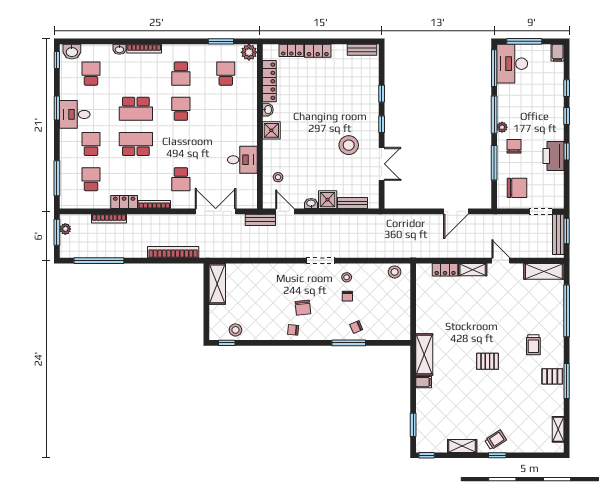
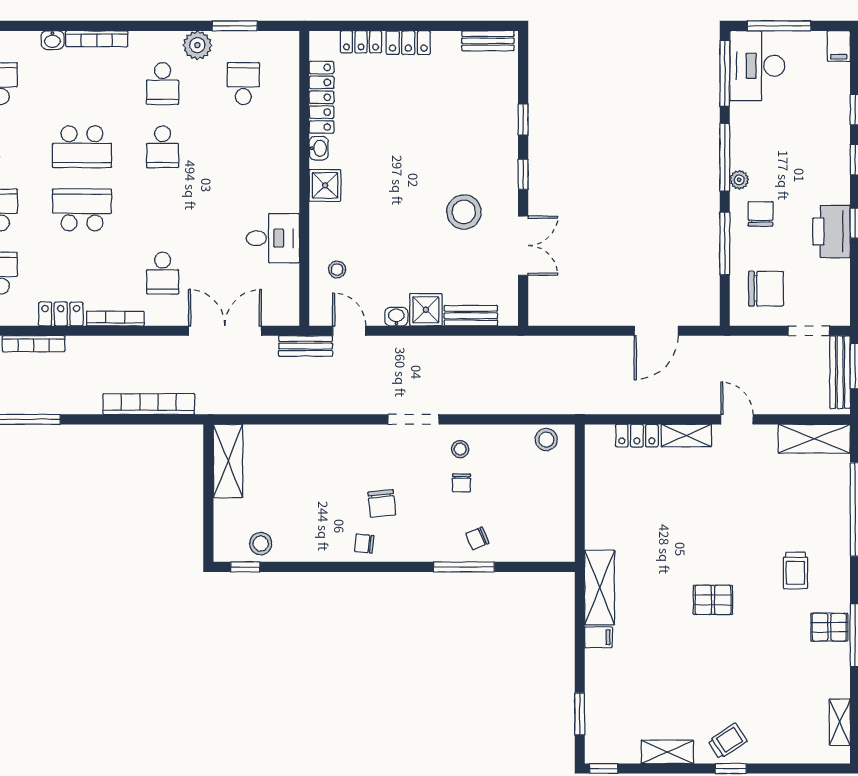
plant: (249, 52) -> (197, 45), moved
school desk: (181, 109) -> (163, 147), turned 180

